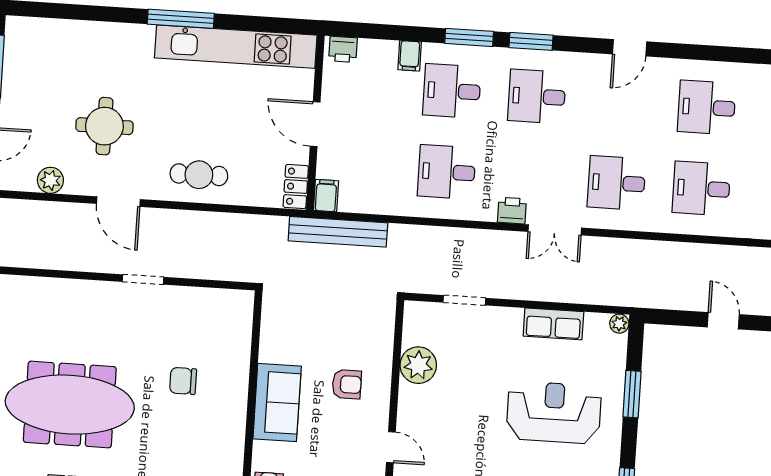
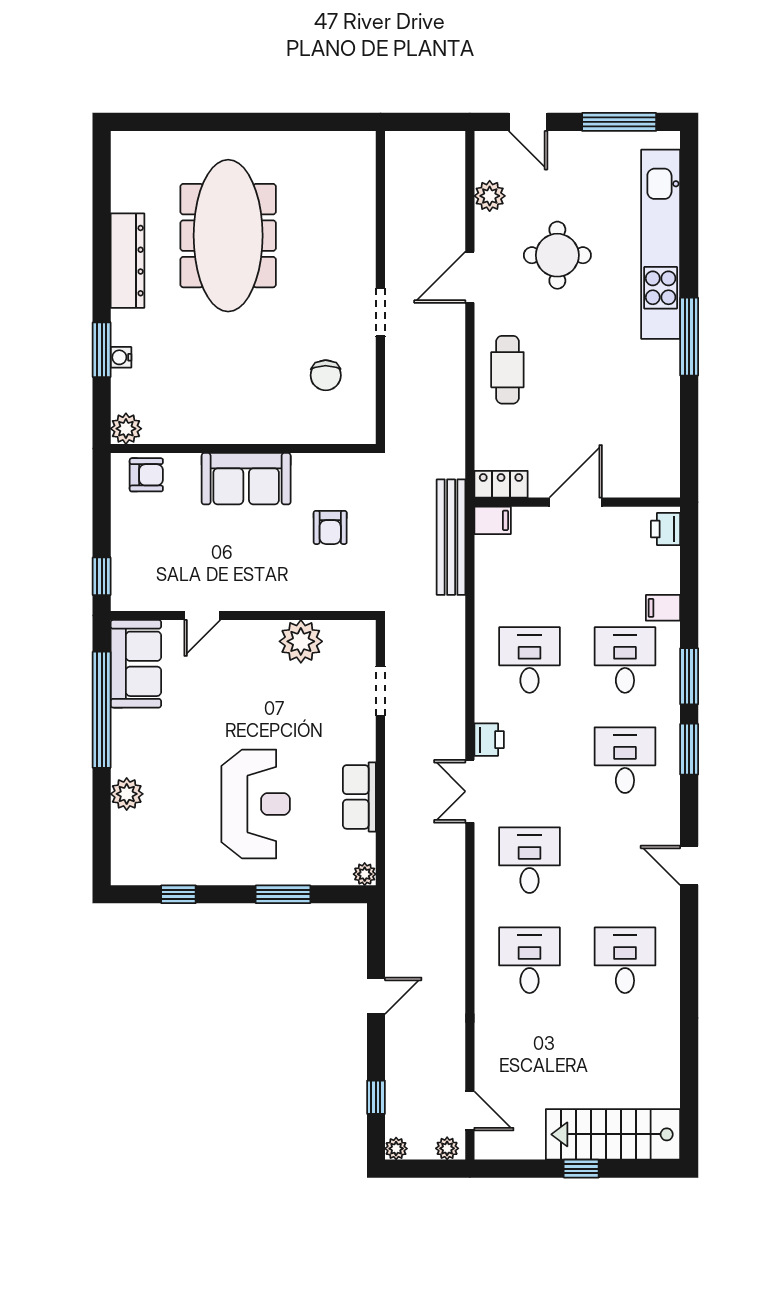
kitchen unit: (236, 47) -> (661, 244), moved
chair: (183, 381) -> (326, 375), moved, turned 180
armchair: (347, 384) -> (330, 527), moved

